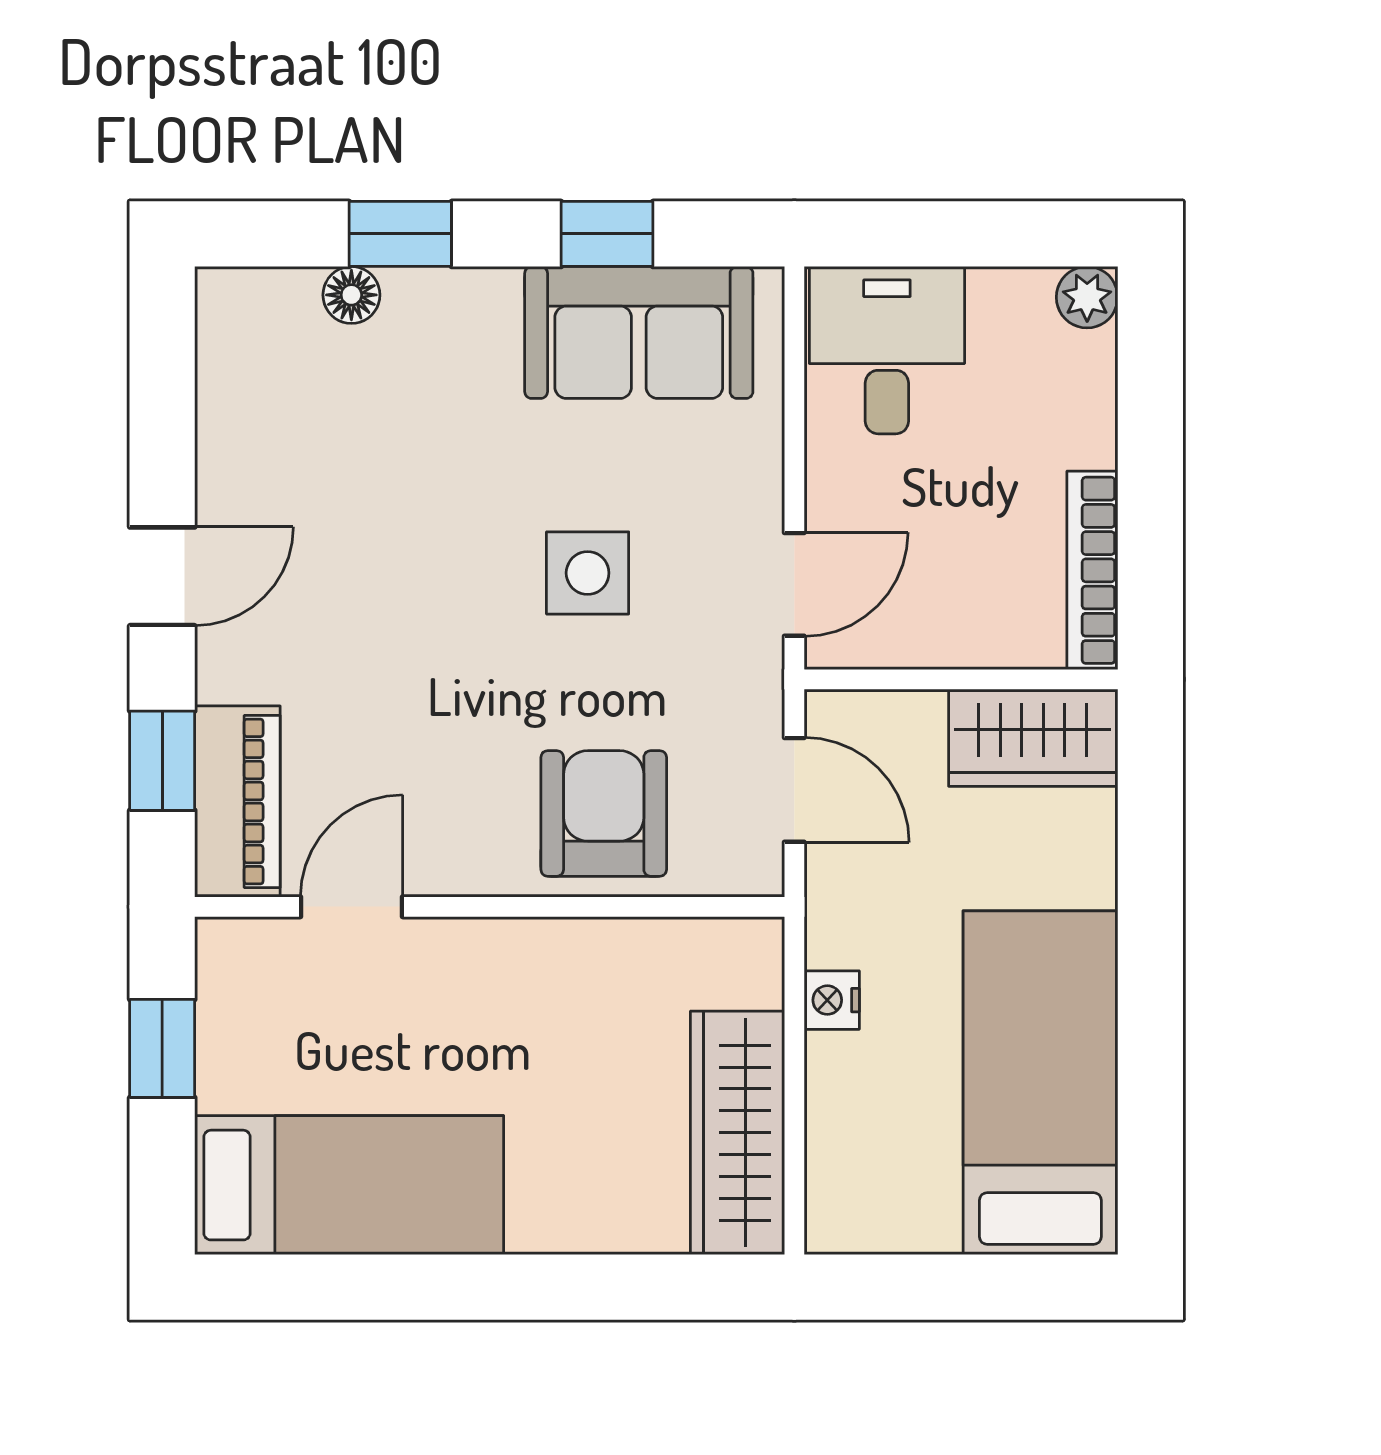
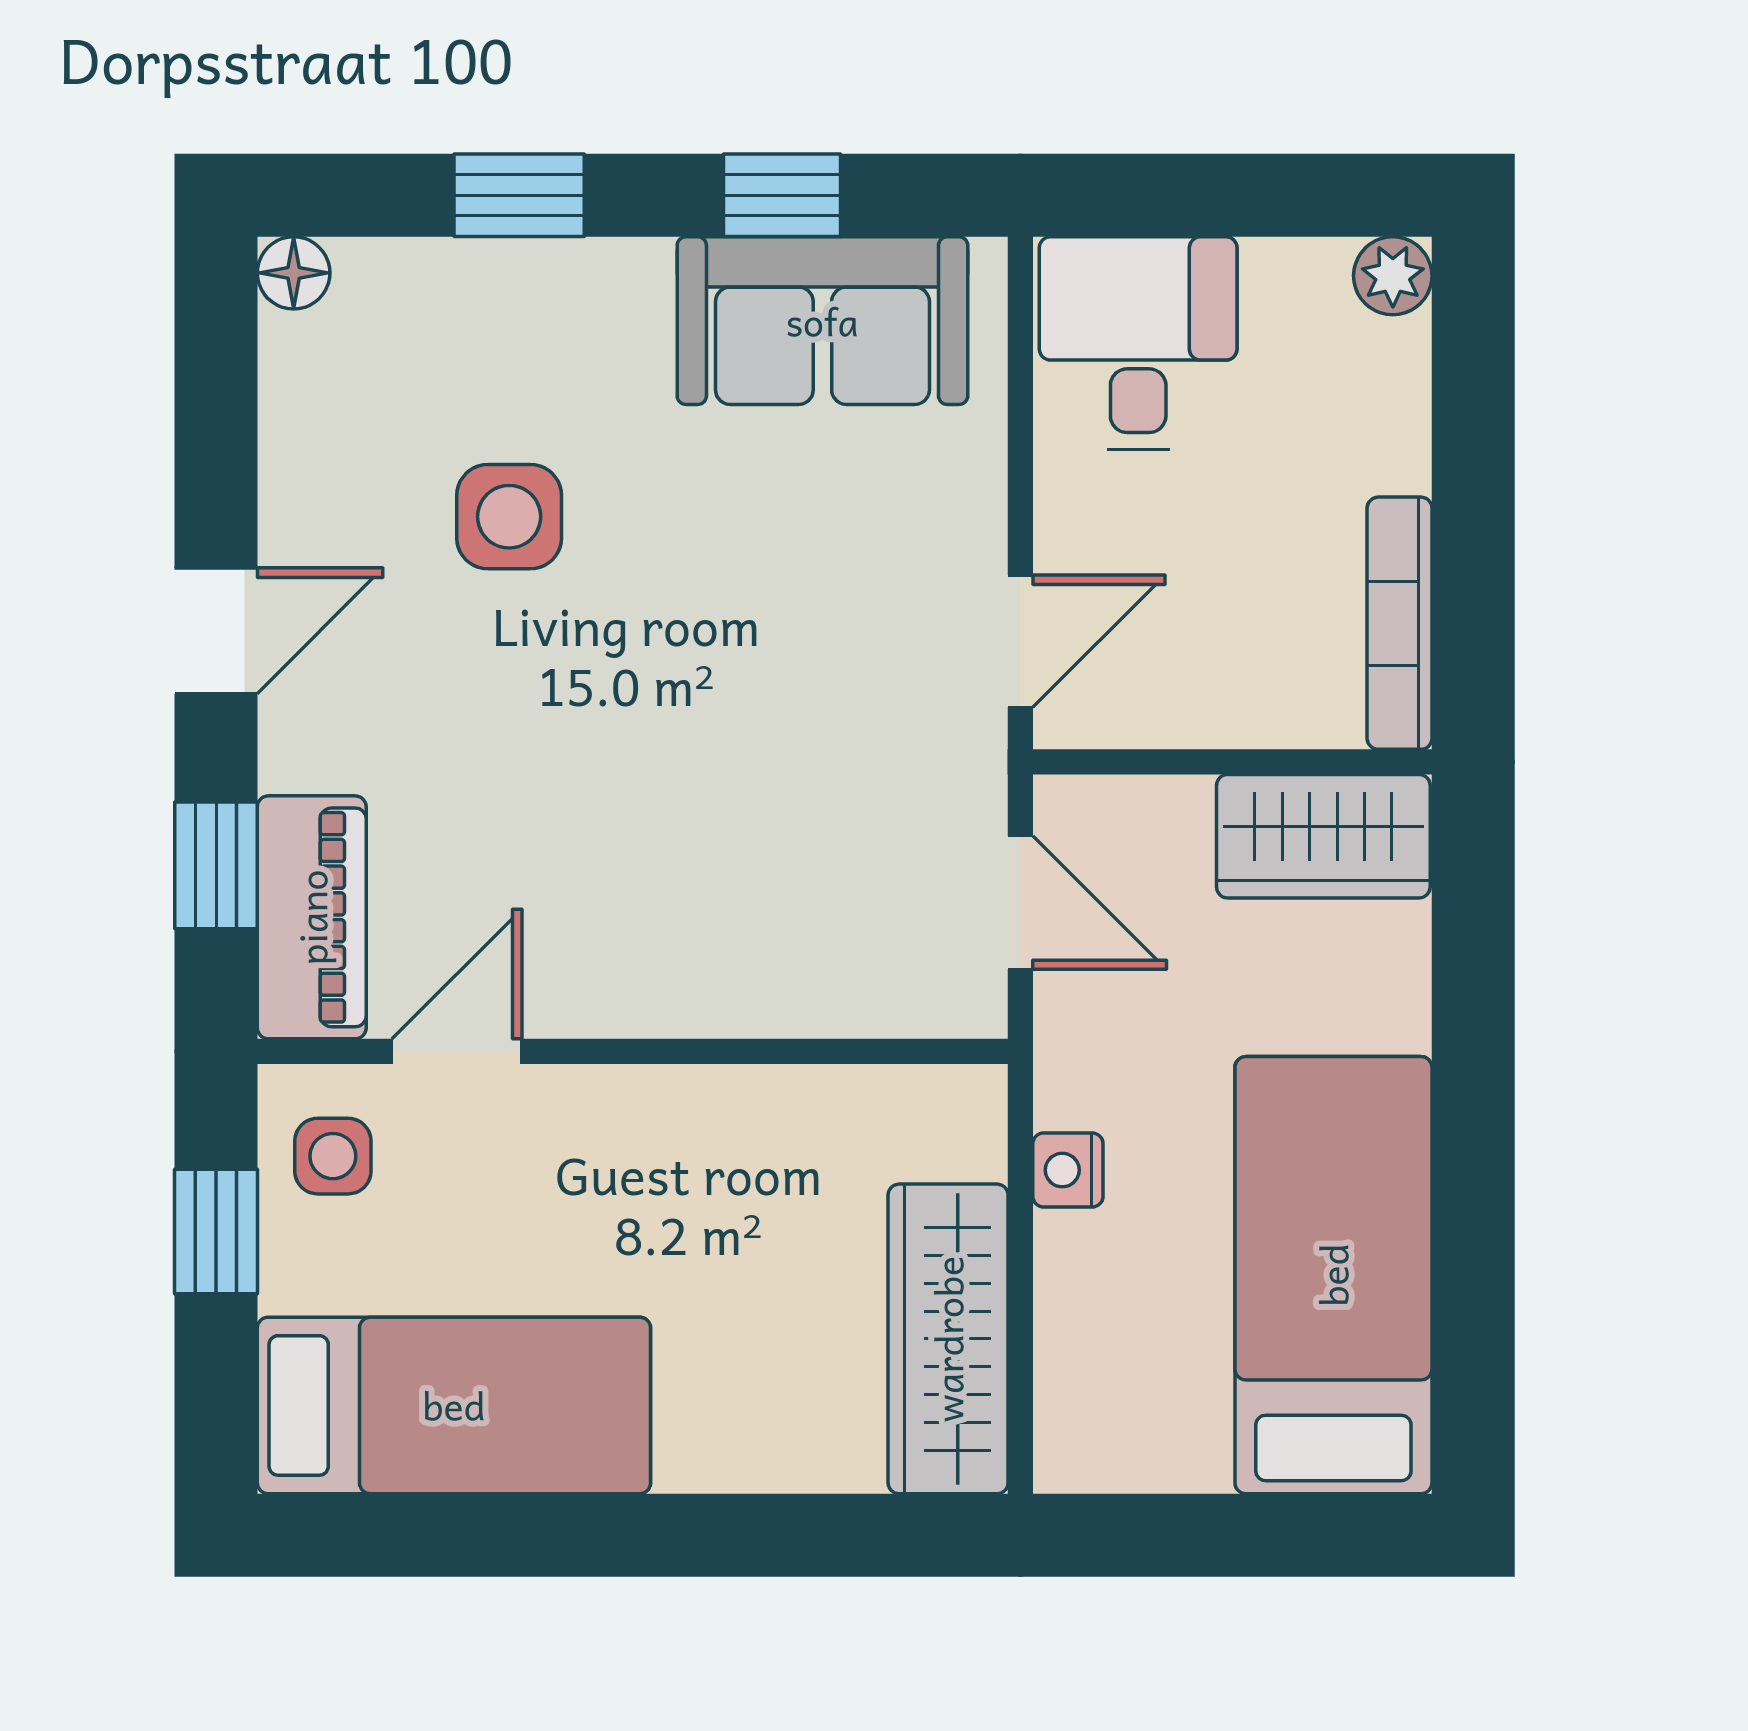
floor lamp: (351, 295) -> (294, 273), moved
side table: (588, 573) -> (509, 517), moved
armchair: (604, 813) -> (778, 933), removed
side table: (254, 989) -> (333, 1156), added

